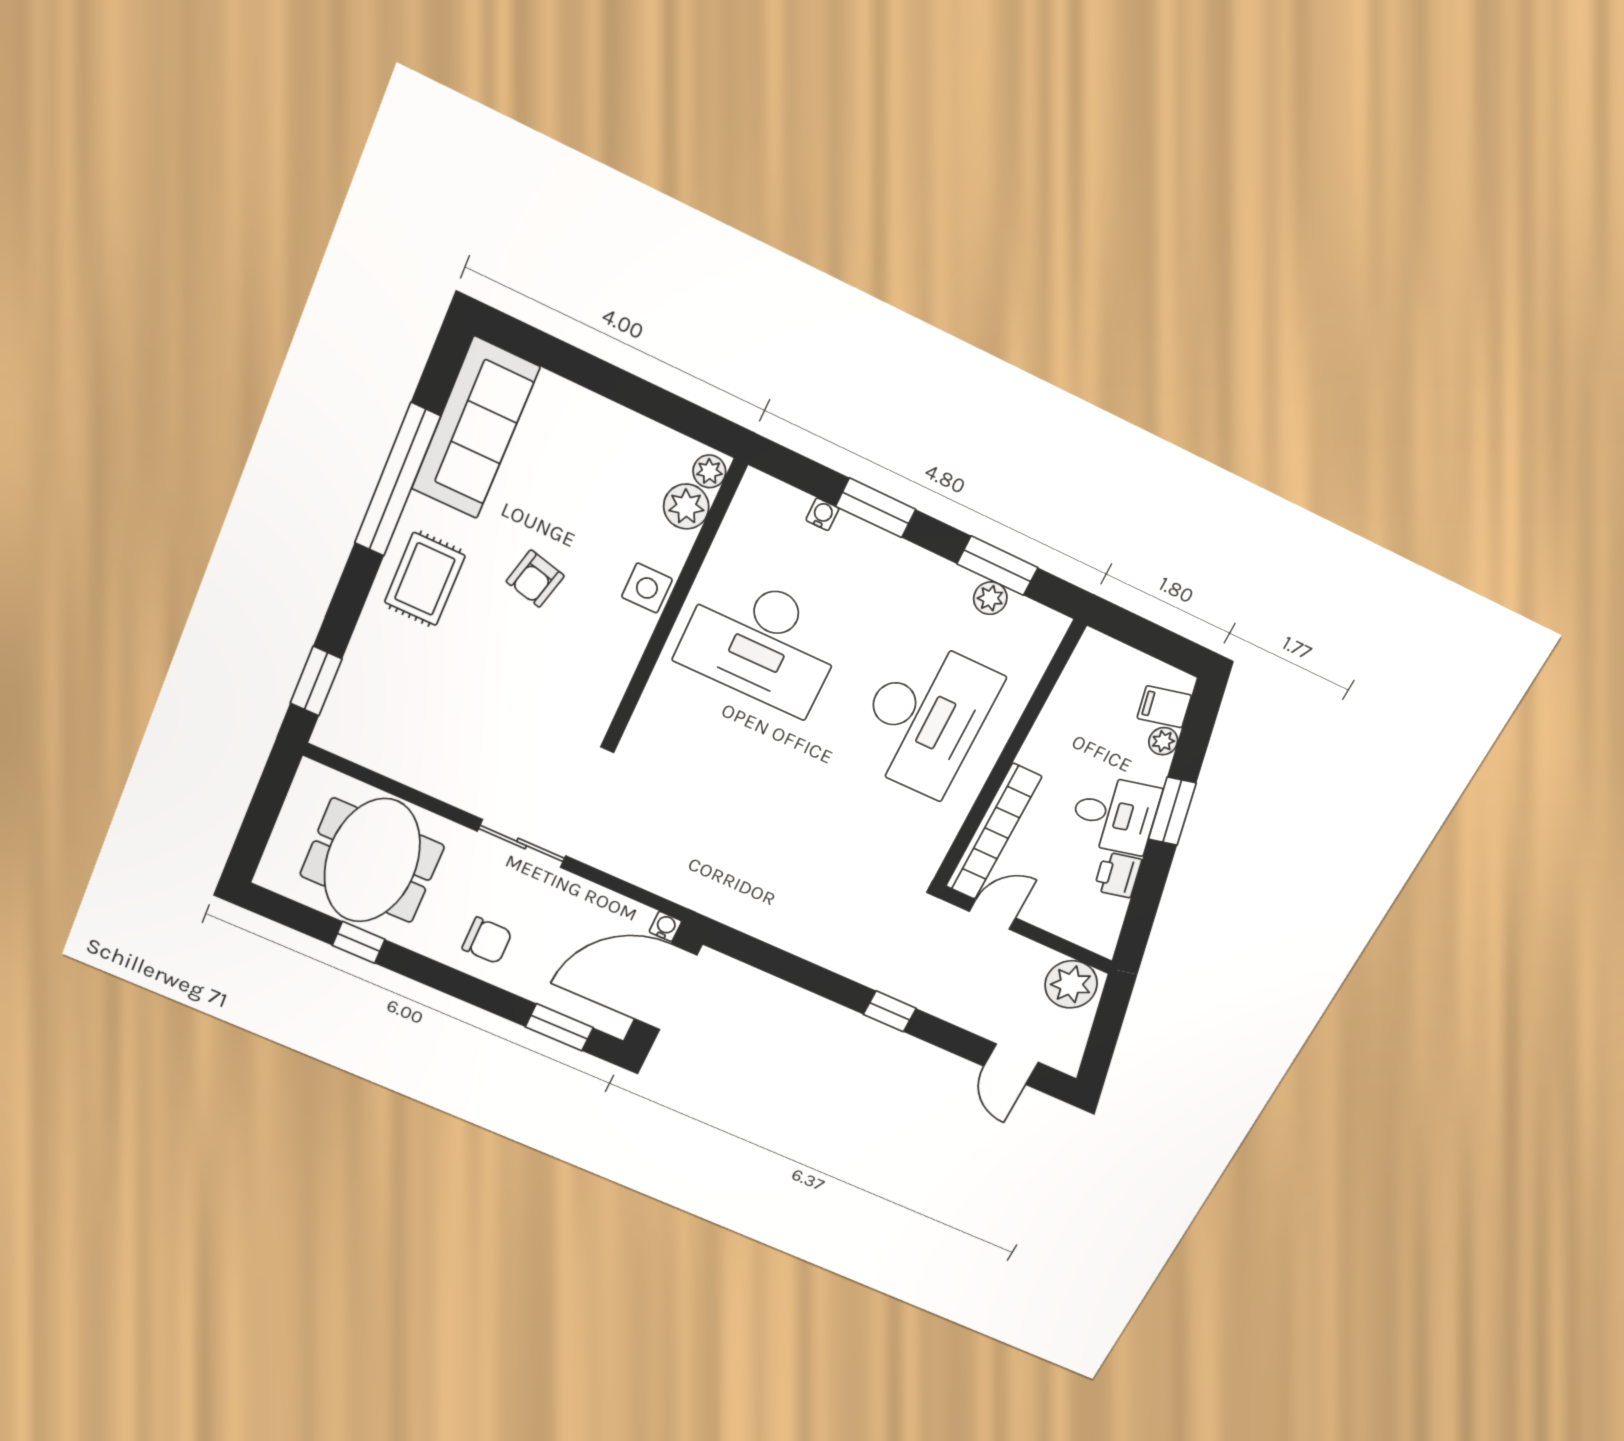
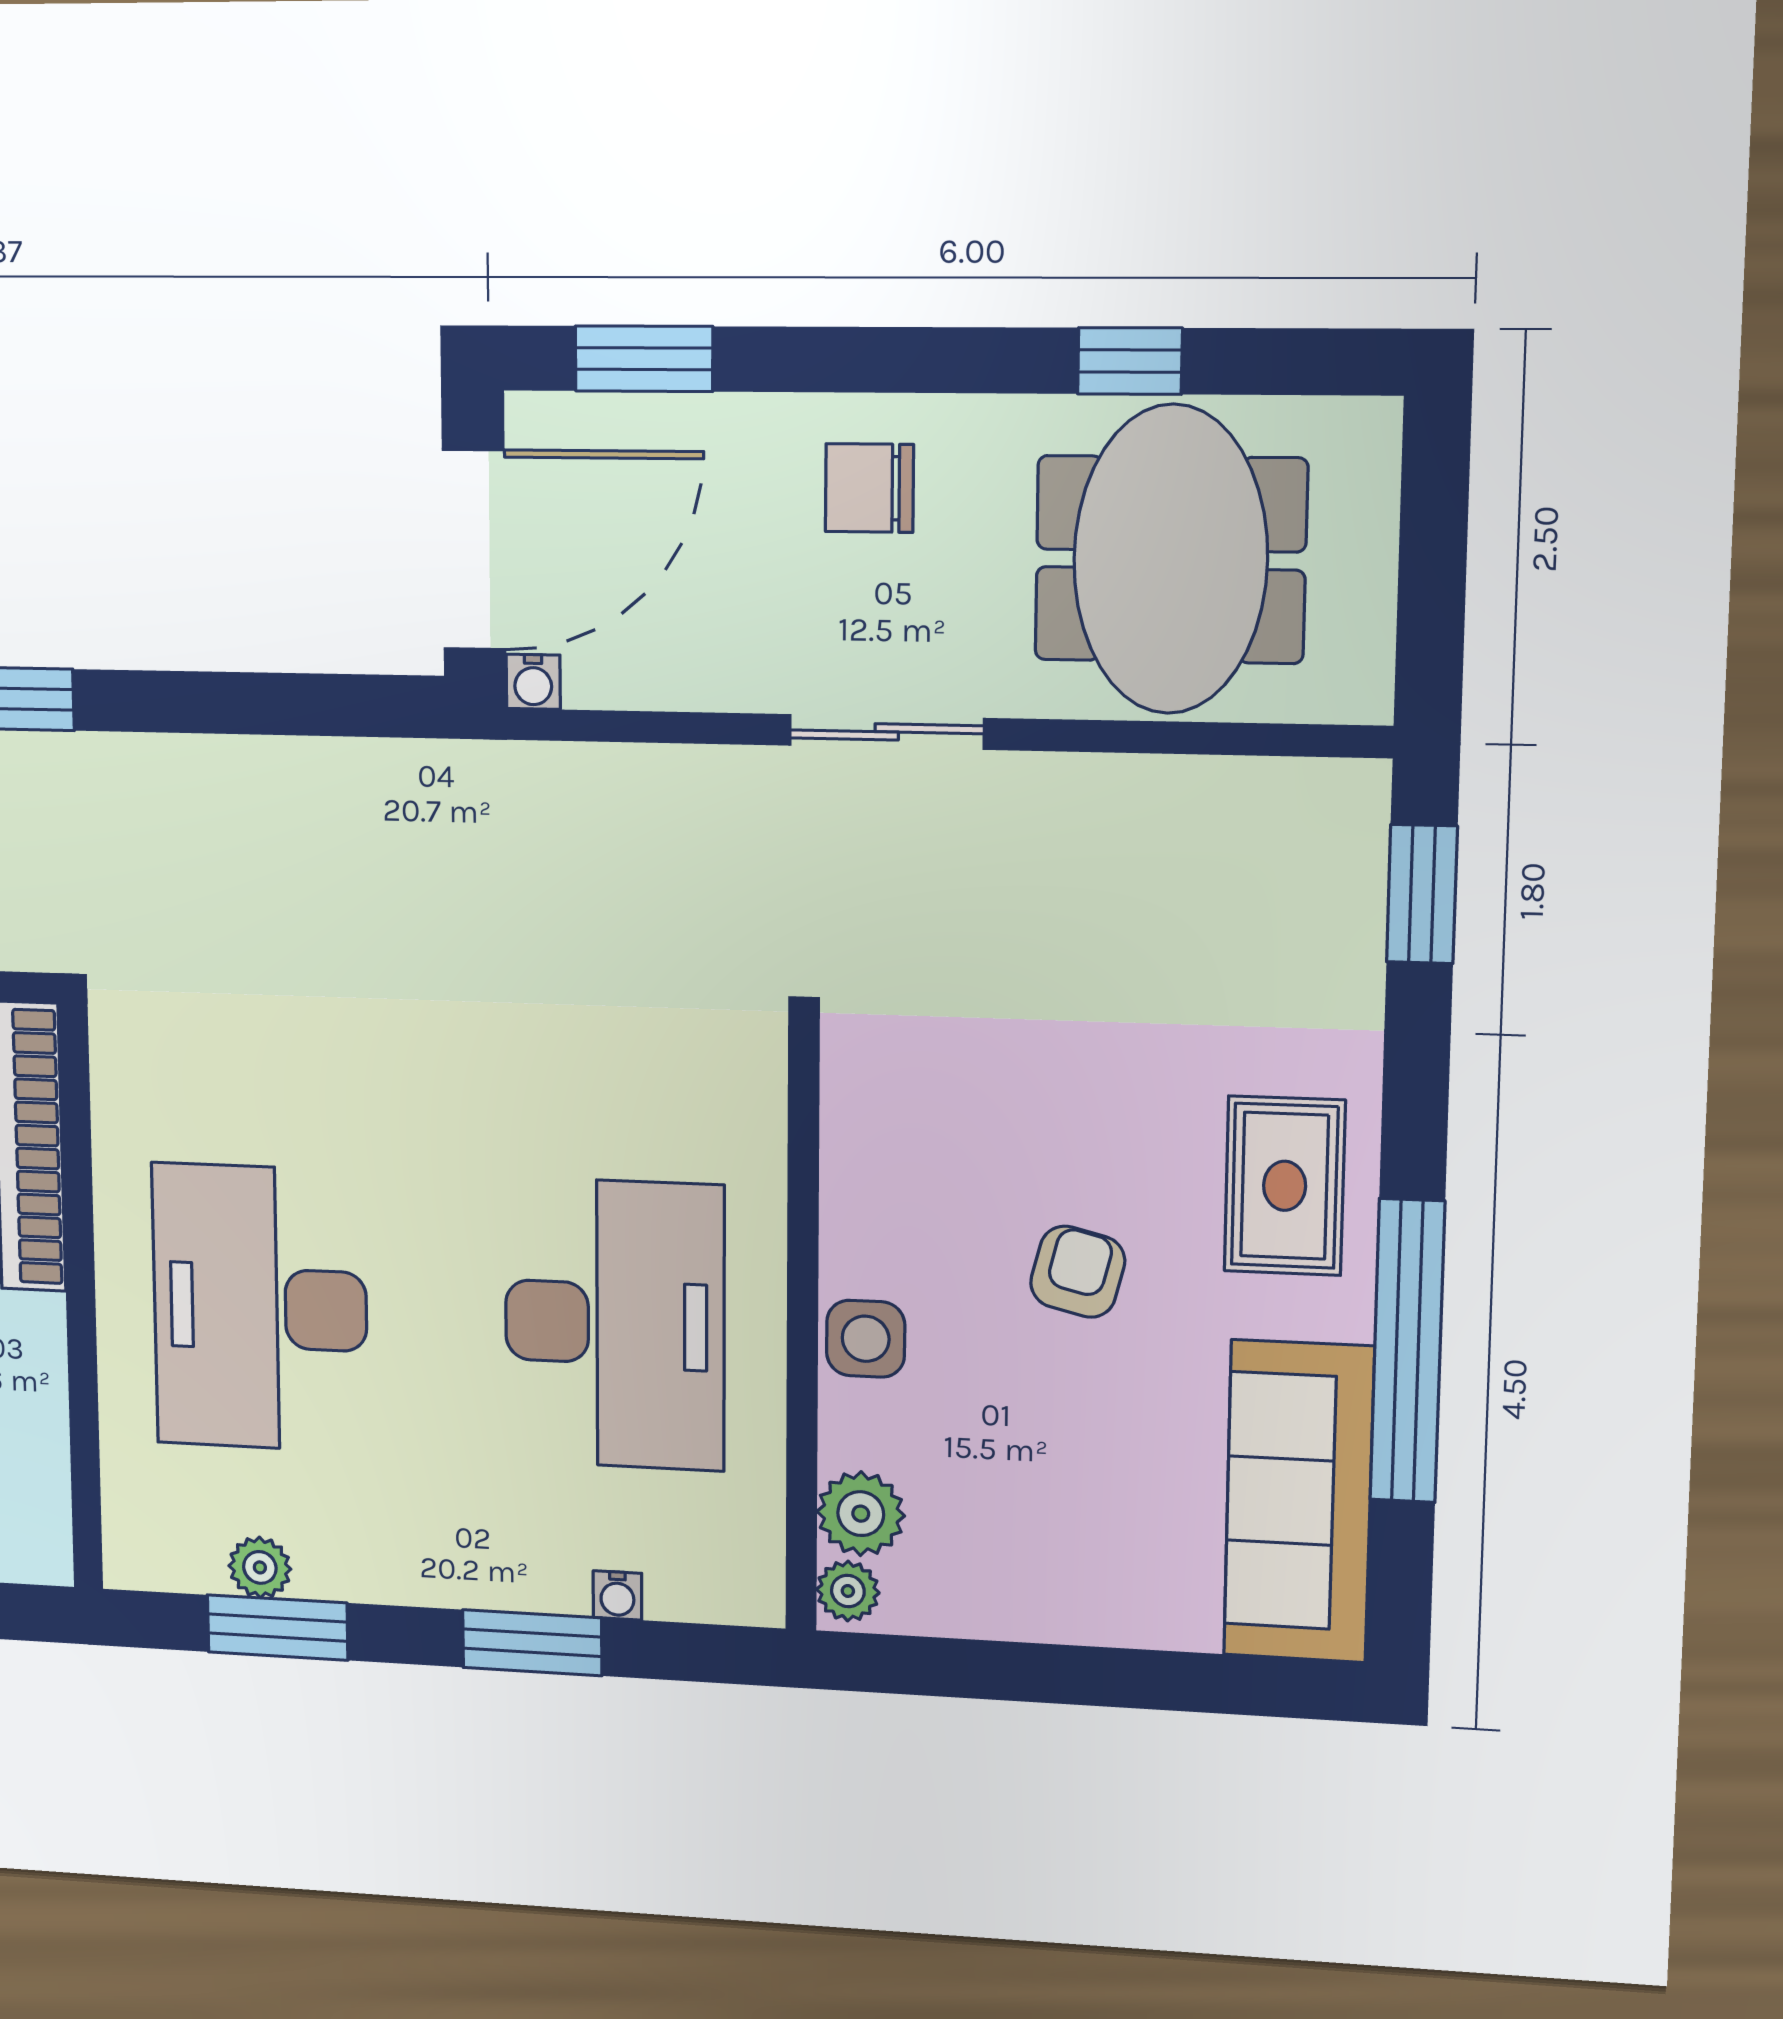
desk: (762, 643) -> (615, 1324), turned 90

